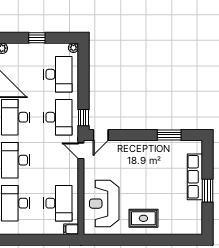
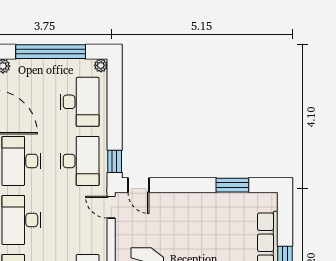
window: (37, 38) -> (51, 52), width x3.17
door: (101, 135) -> (138, 185), hinge flipped

